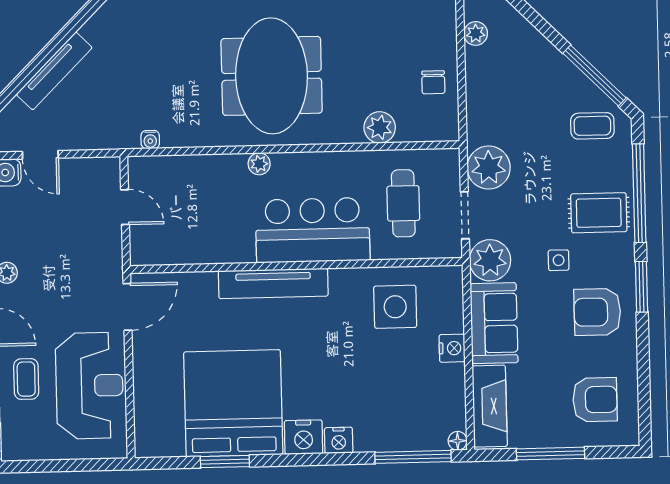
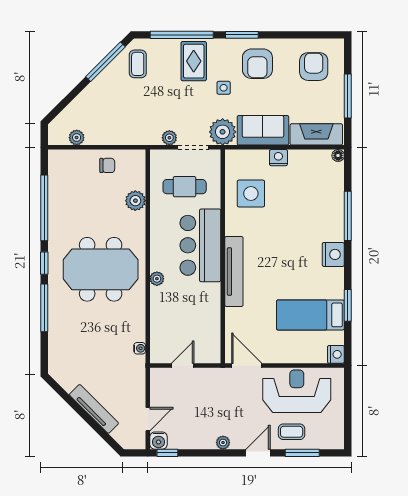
plant: (489, 168) -> (169, 138), width x0.53, depth x0.53
bed: (233, 403) -> (310, 315), width x0.49
nightstand: (339, 440) -> (336, 354), moved
window: (413, 457) -> (348, 216), moved

